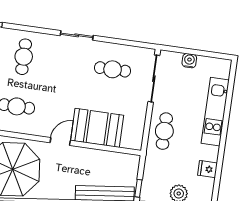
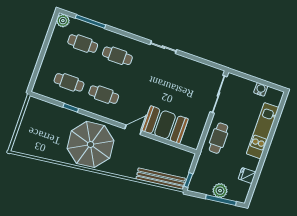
cafe table: (24, 57) -> (117, 56), turned 90
water cooler: (189, 61) -> (261, 89), moved
cafe table: (113, 69) -> (187, 80), removed

